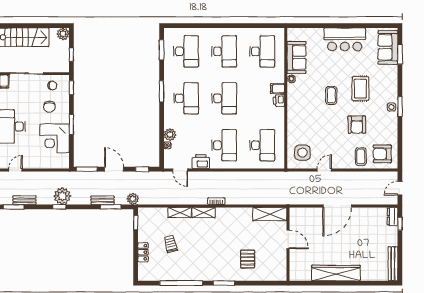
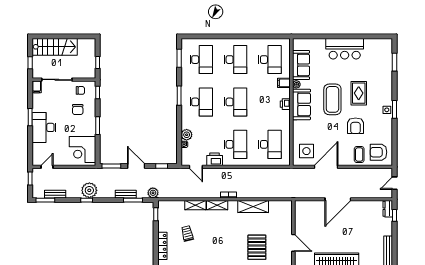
plant: (63, 34) -> (90, 44), removed
sofa: (388, 47) -> (301, 104), moved, turned 180
filing cabinet: (277, 89) -> (284, 83), moved
coffee table: (331, 95) -> (332, 99), width x1.86, depth x1.72
corner desk: (55, 138) -> (82, 149), moved
door: (324, 170) -> (326, 167), width x1.87
shelving: (270, 214) -> (253, 207), moved
door: (288, 239) -> (293, 243), moved
locker: (143, 252) -> (162, 246), width x1.53
pallet: (248, 259) -> (257, 247), width x1.50, depth x1.42

